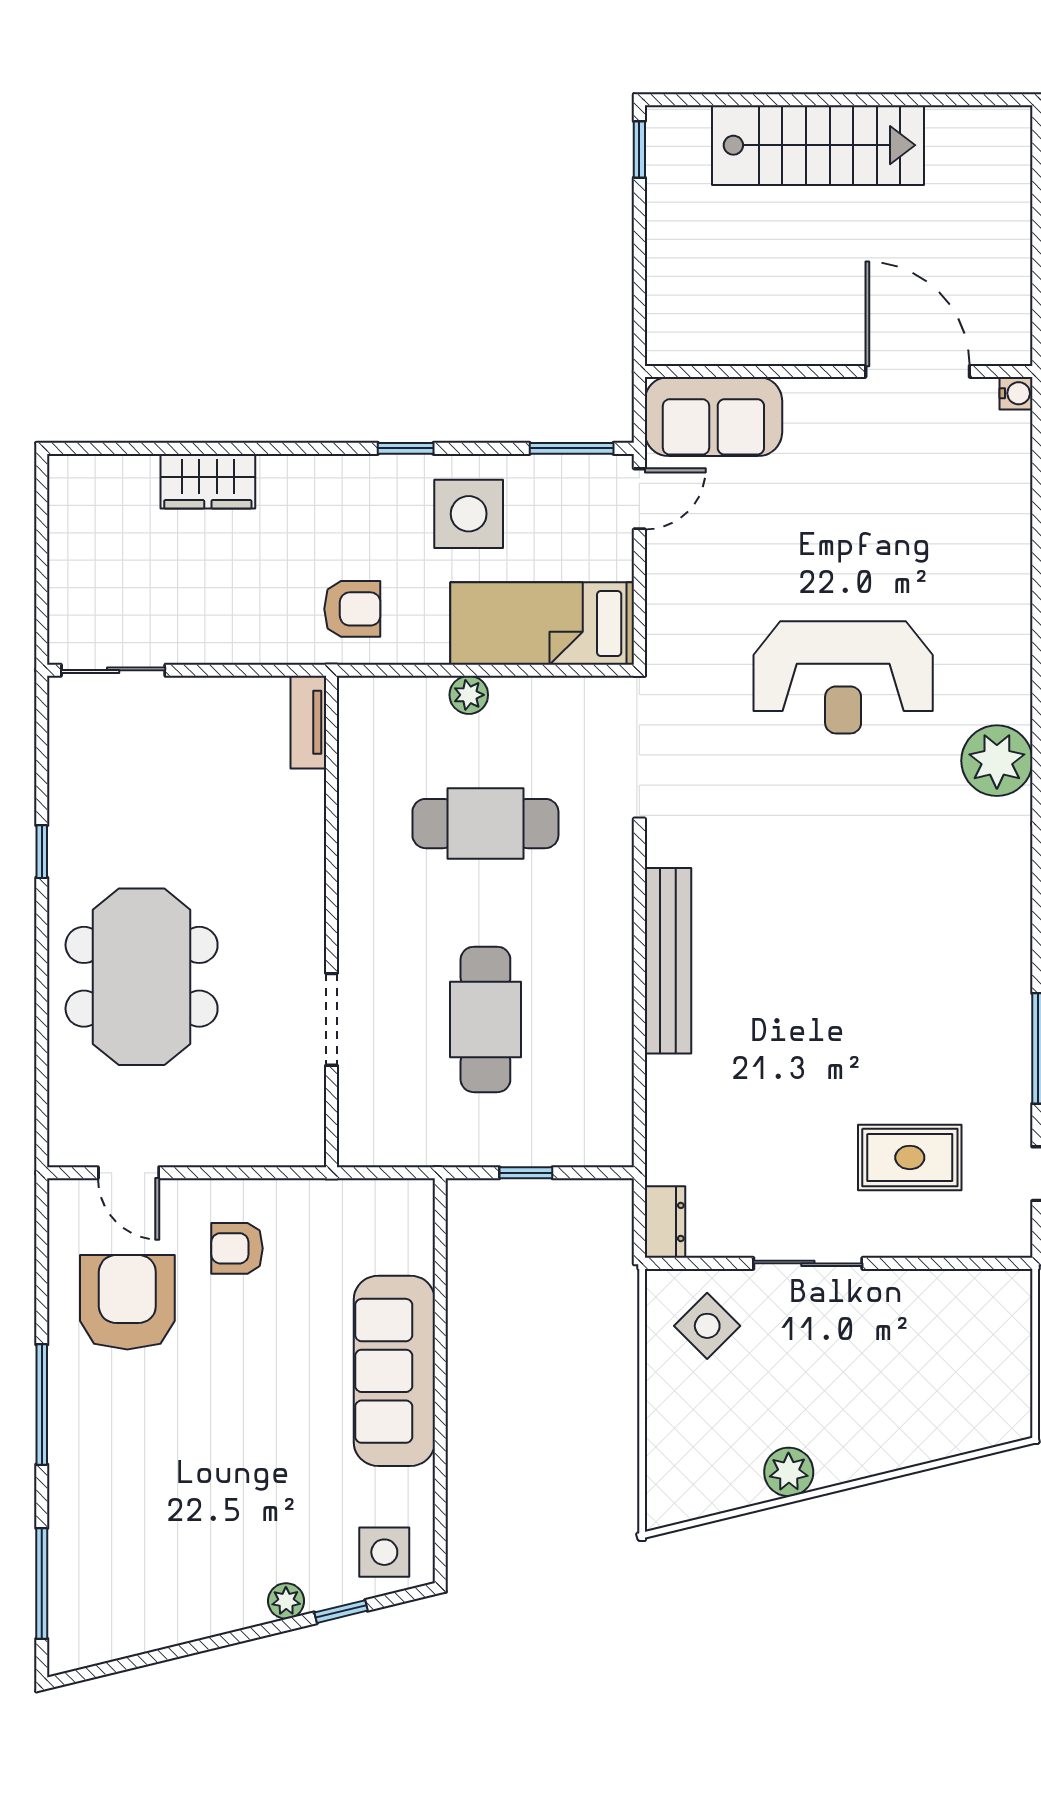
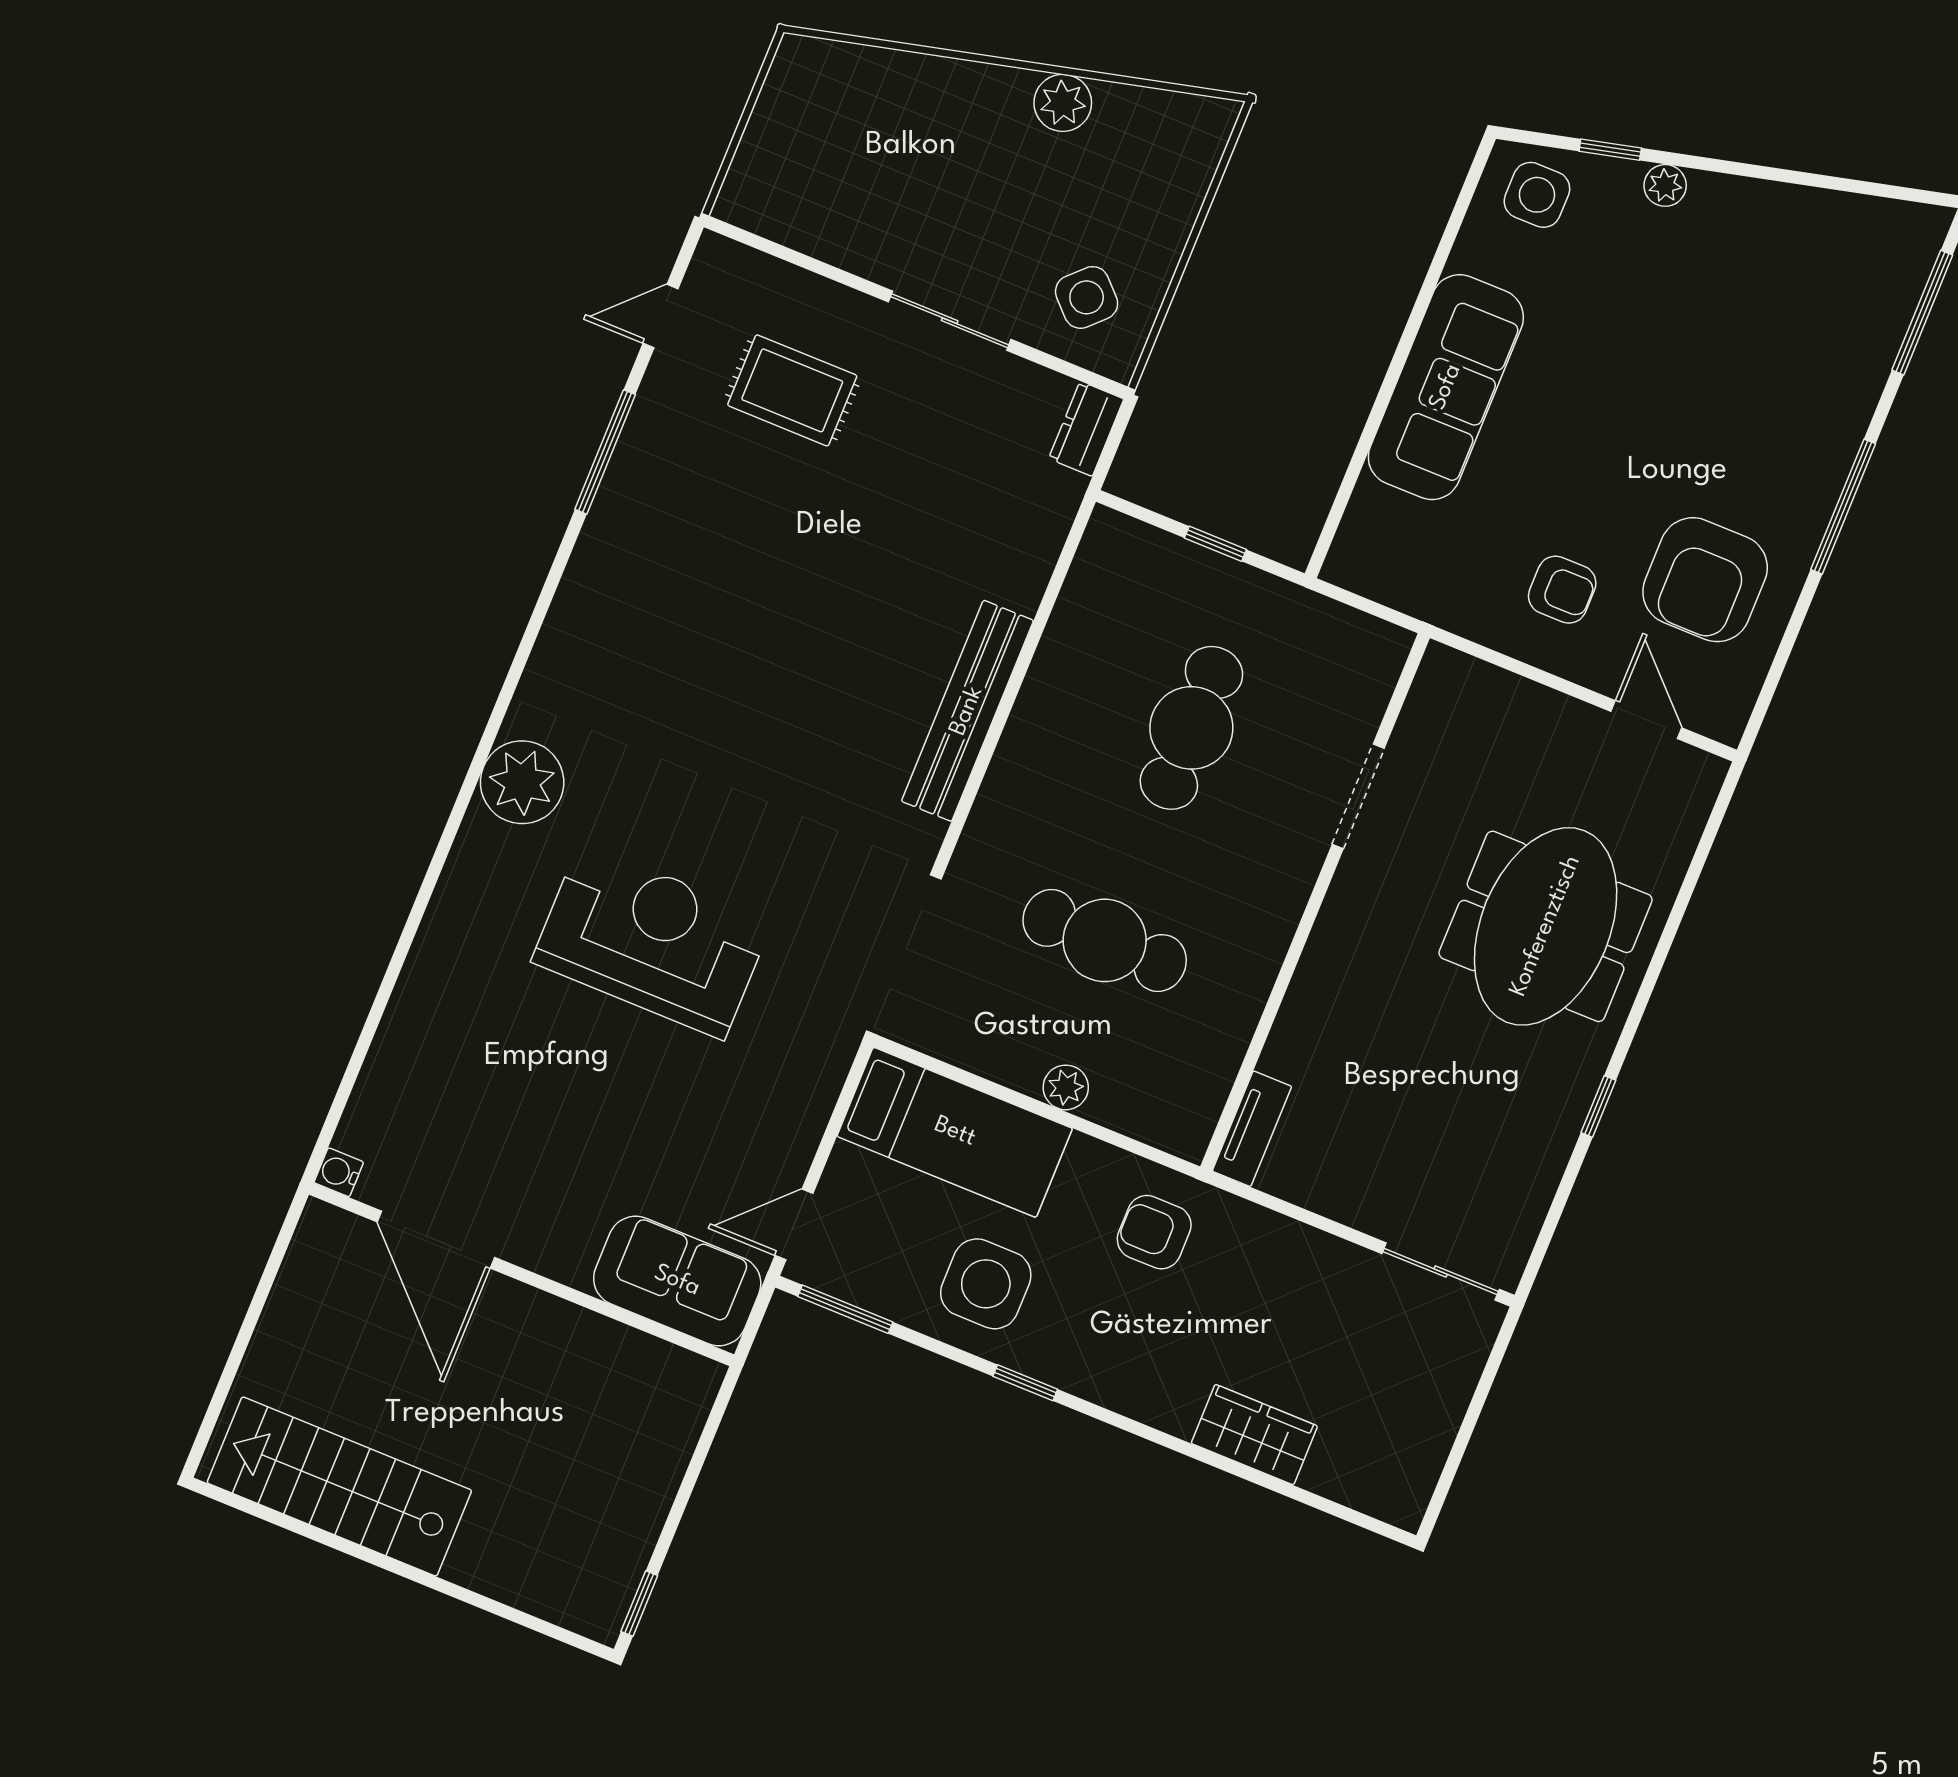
stairs: (818, 145) -> (339, 1486), moved

